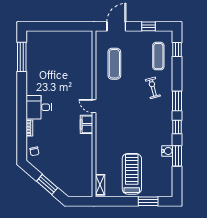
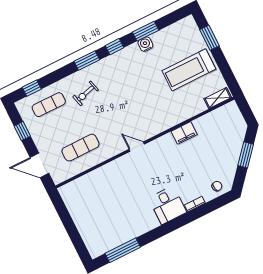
door: (94, 106) -> (137, 147), swing flipped
filing cabinet: (86, 124) -> (184, 133), moved

